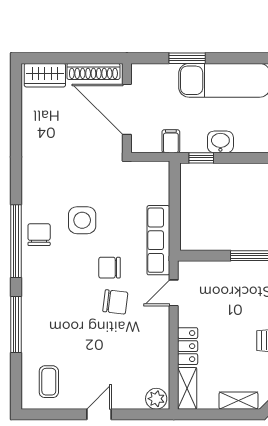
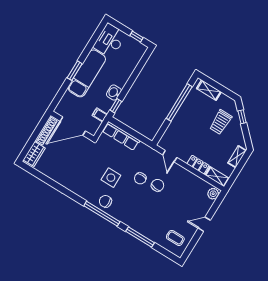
window: (187, 58) -> (75, 71), moved
row of seats: (158, 240) -> (121, 136), moved
door: (99, 414) -> (204, 224), hinge flipped

